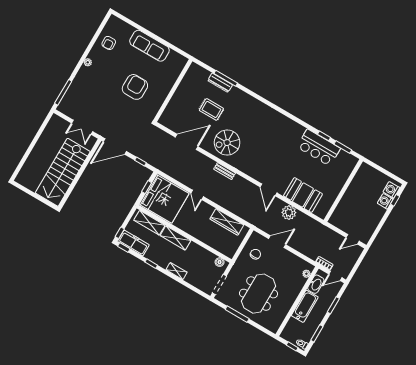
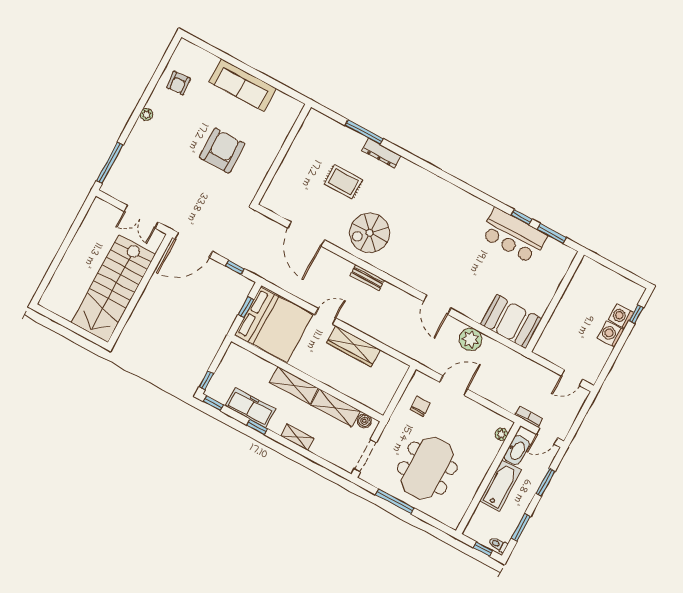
dresser: (220, 83) -> (381, 153), moved
door: (187, 142) -> (306, 234), swing flipped
washing machine: (391, 190) -> (611, 334), moved
door: (197, 195) -> (326, 316), swing flipped
booth: (303, 195) -> (511, 322), moved
wardrobe: (227, 222) -> (353, 346), moved
shelving: (149, 223) -> (336, 408), moved
freezer: (133, 243) -> (250, 408), moved

